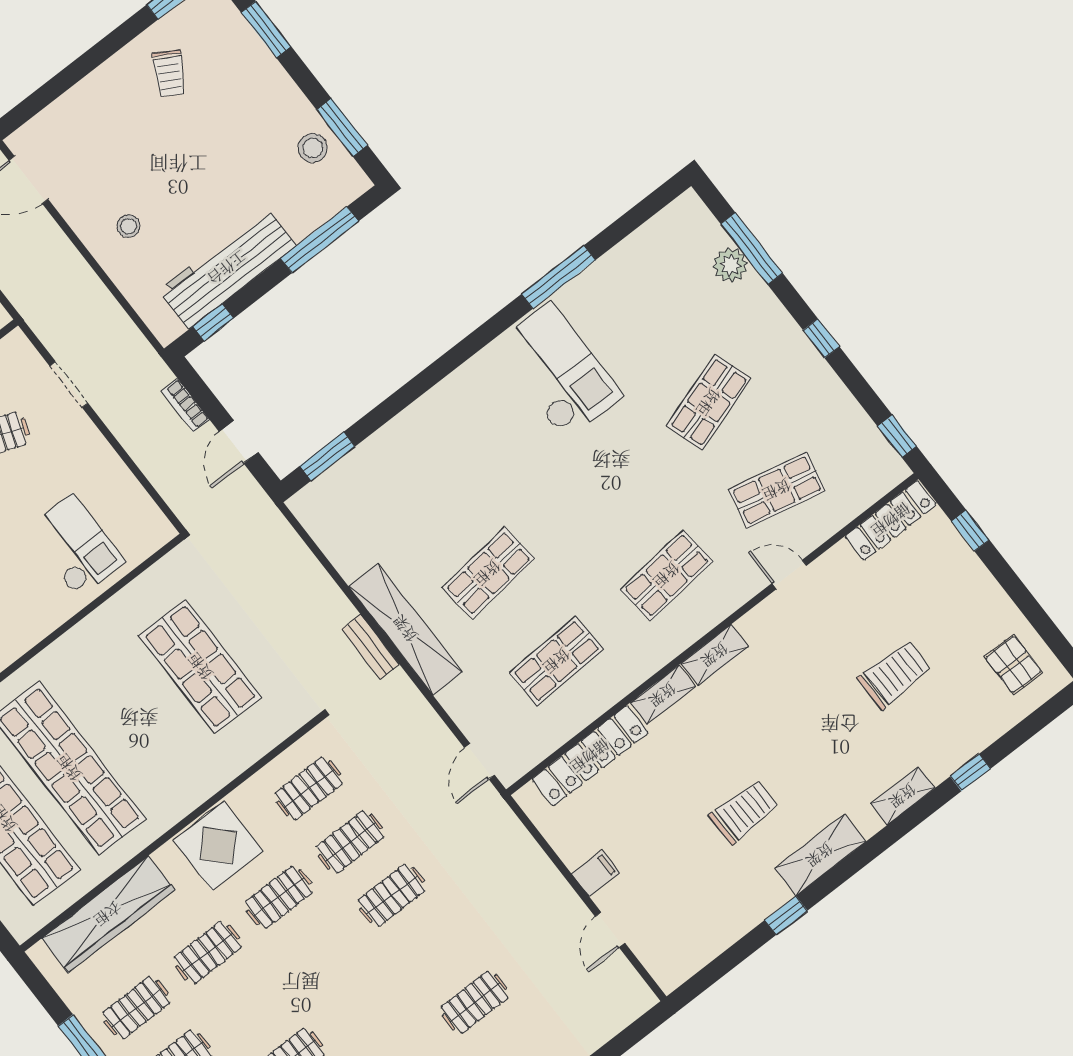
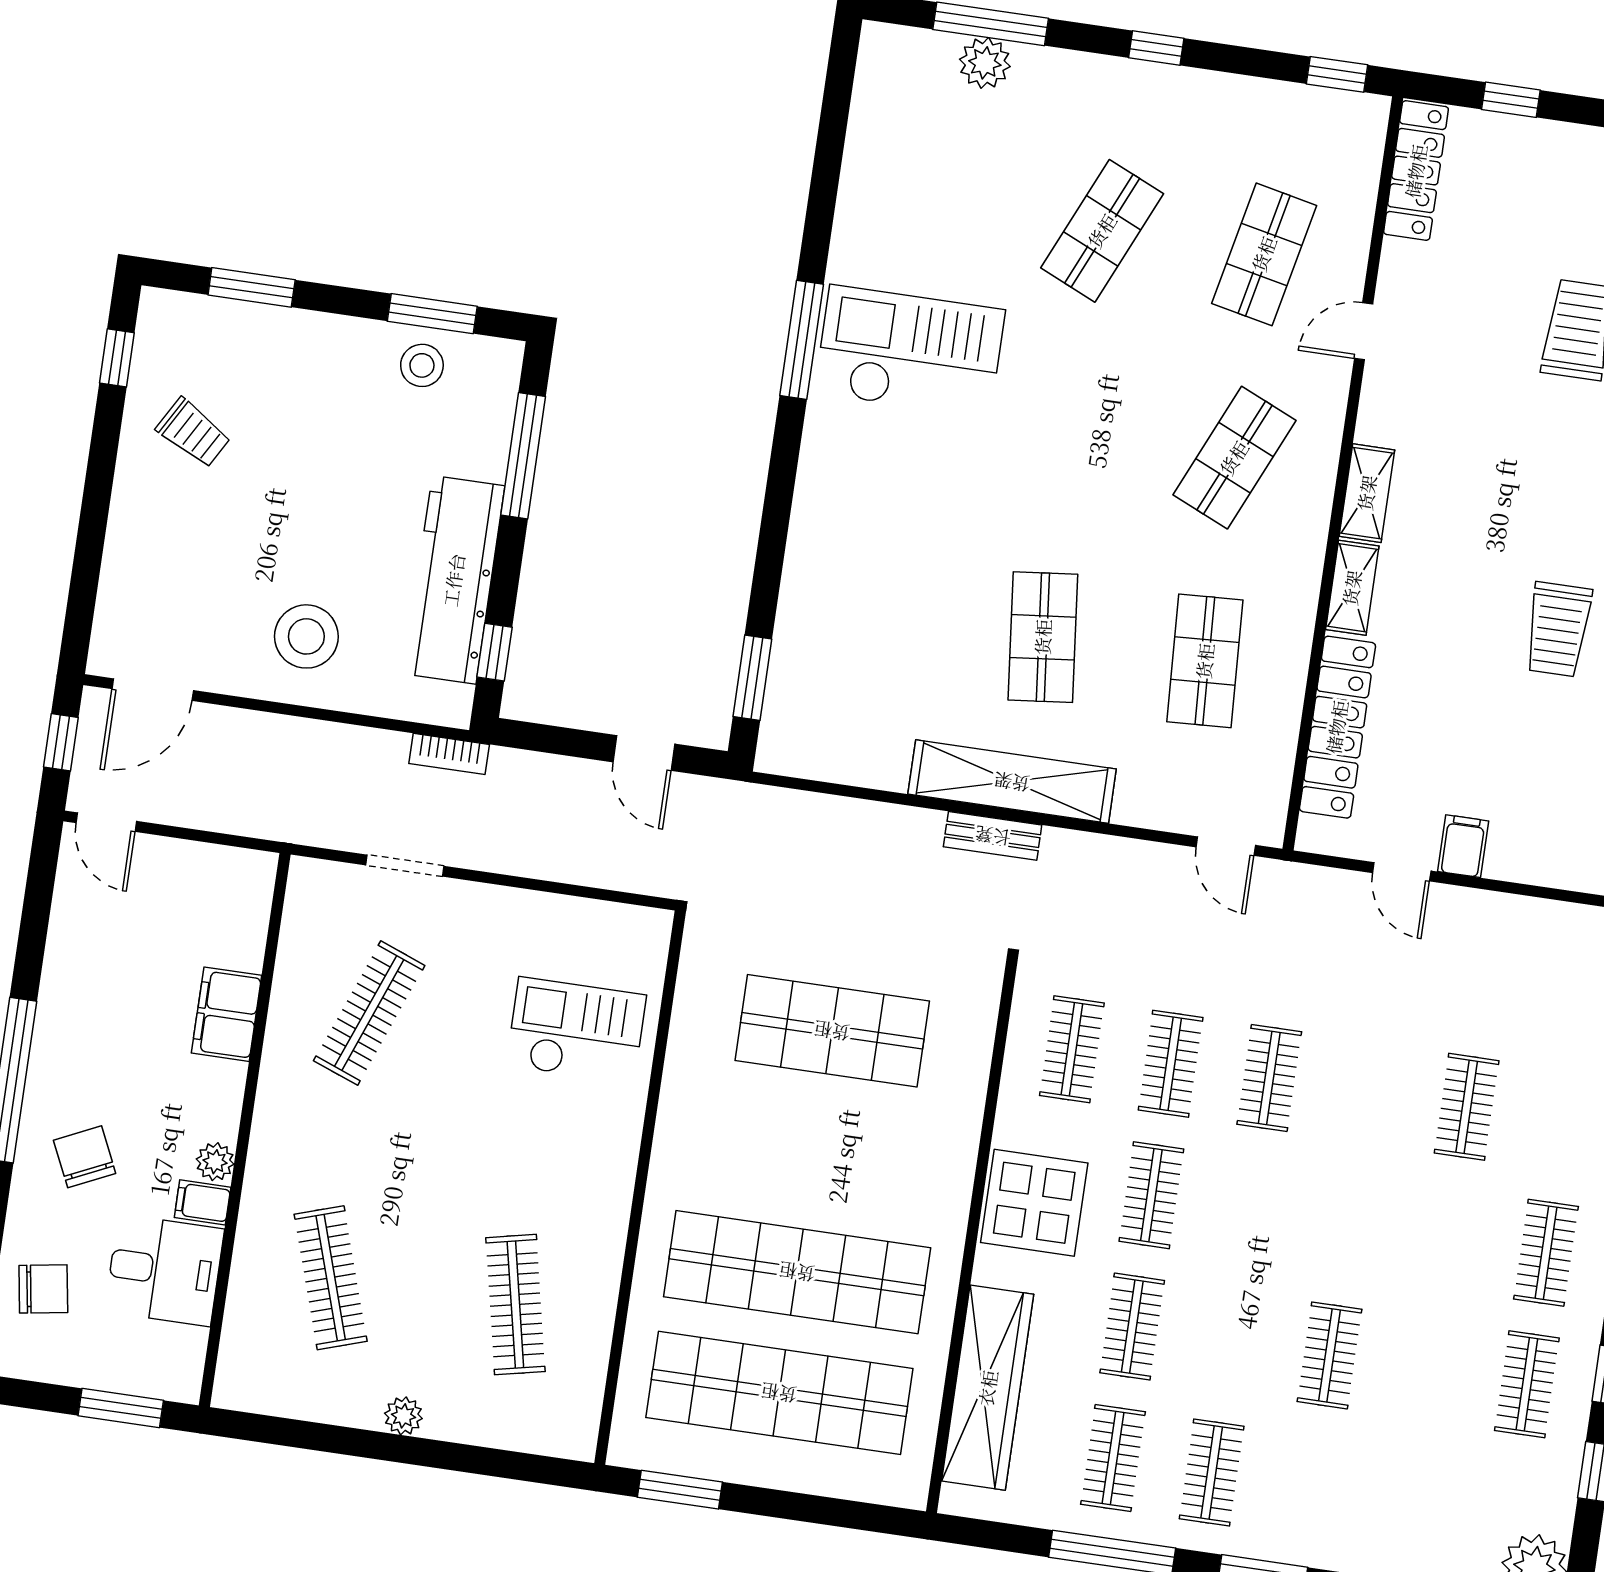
stool: (129, 226) -> (306, 636), width x1.89, depth x1.89
window: (558, 277) -> (802, 340), moved
shop shelf: (709, 402) -> (1102, 231), turned 42
bookcase: (185, 405) -> (449, 754), moved
shop shelf: (667, 575) -> (1234, 458), turned 30
trolley: (744, 812) -> (1558, 629), turned 180
door: (610, 930) -> (1402, 872), moved

